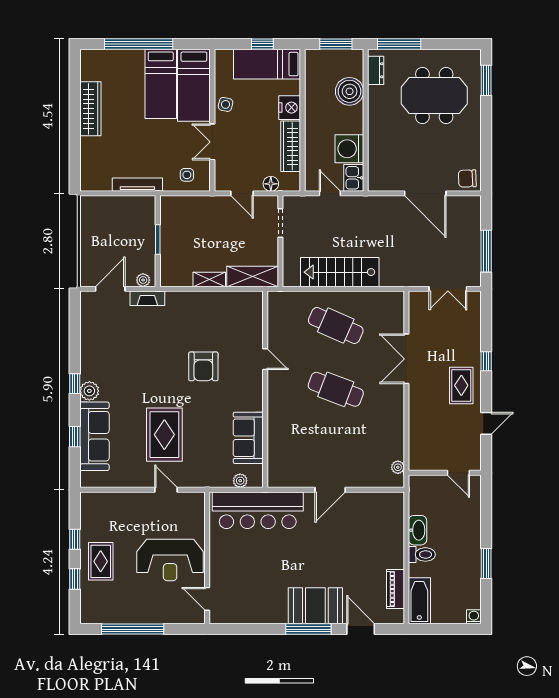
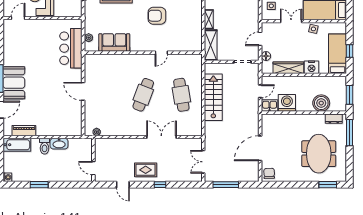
cafe table: (336, 325) -> (181, 95), turned -33
door: (458, 473) -> (93, 168), hinge flipped
bar counter: (258, 510) -> (71, 48), width x0.73

